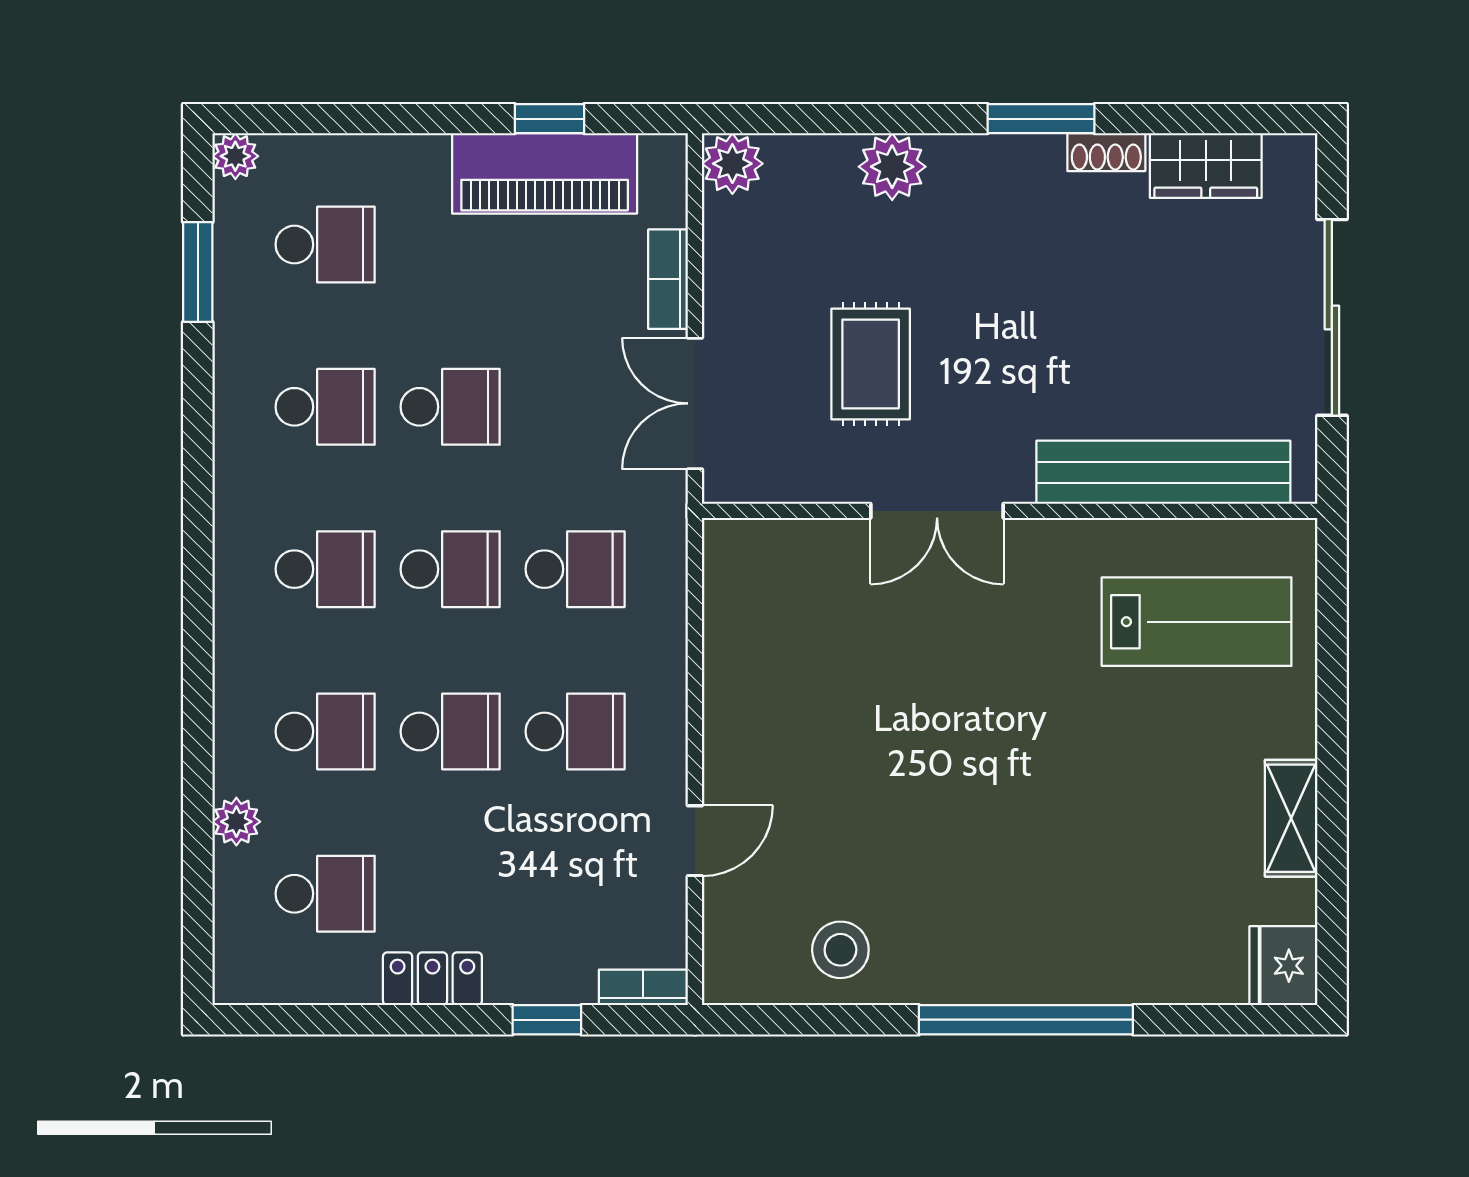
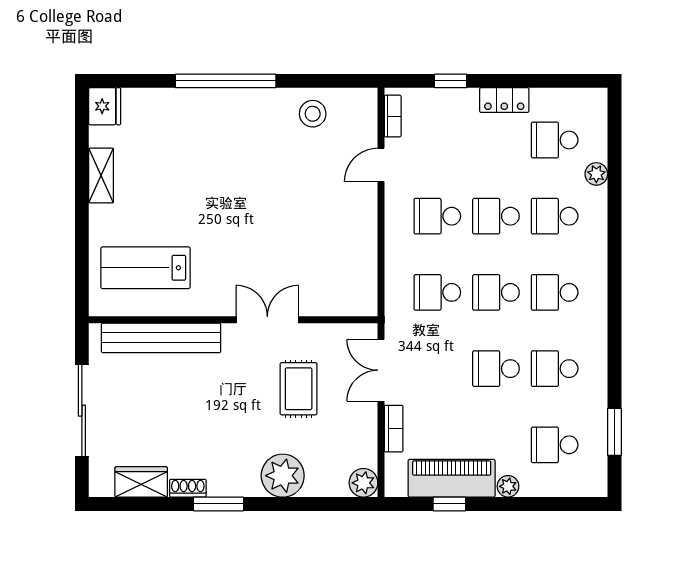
plant: (235, 156) -> (508, 486), moved
plant: (892, 167) -> (283, 476), width x1.36, depth x1.36
double door: (695, 403) -> (381, 370), swing flipped
bookcase: (643, 987) -> (393, 116), moved, turned -90

